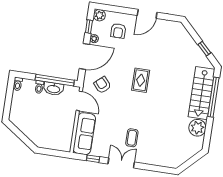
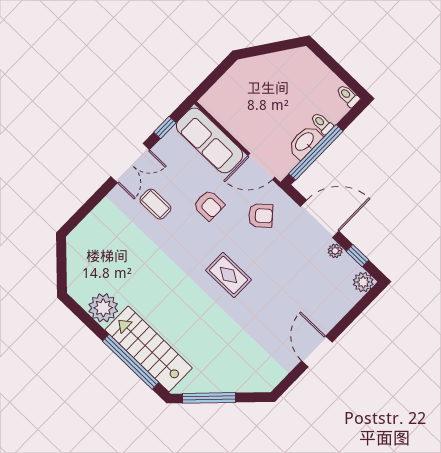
armchair: (118, 31) -> (209, 205), moved, turned 180
window: (204, 49) -> (209, 398), width x2.17
door: (84, 56) -> (320, 219), swing flipped

